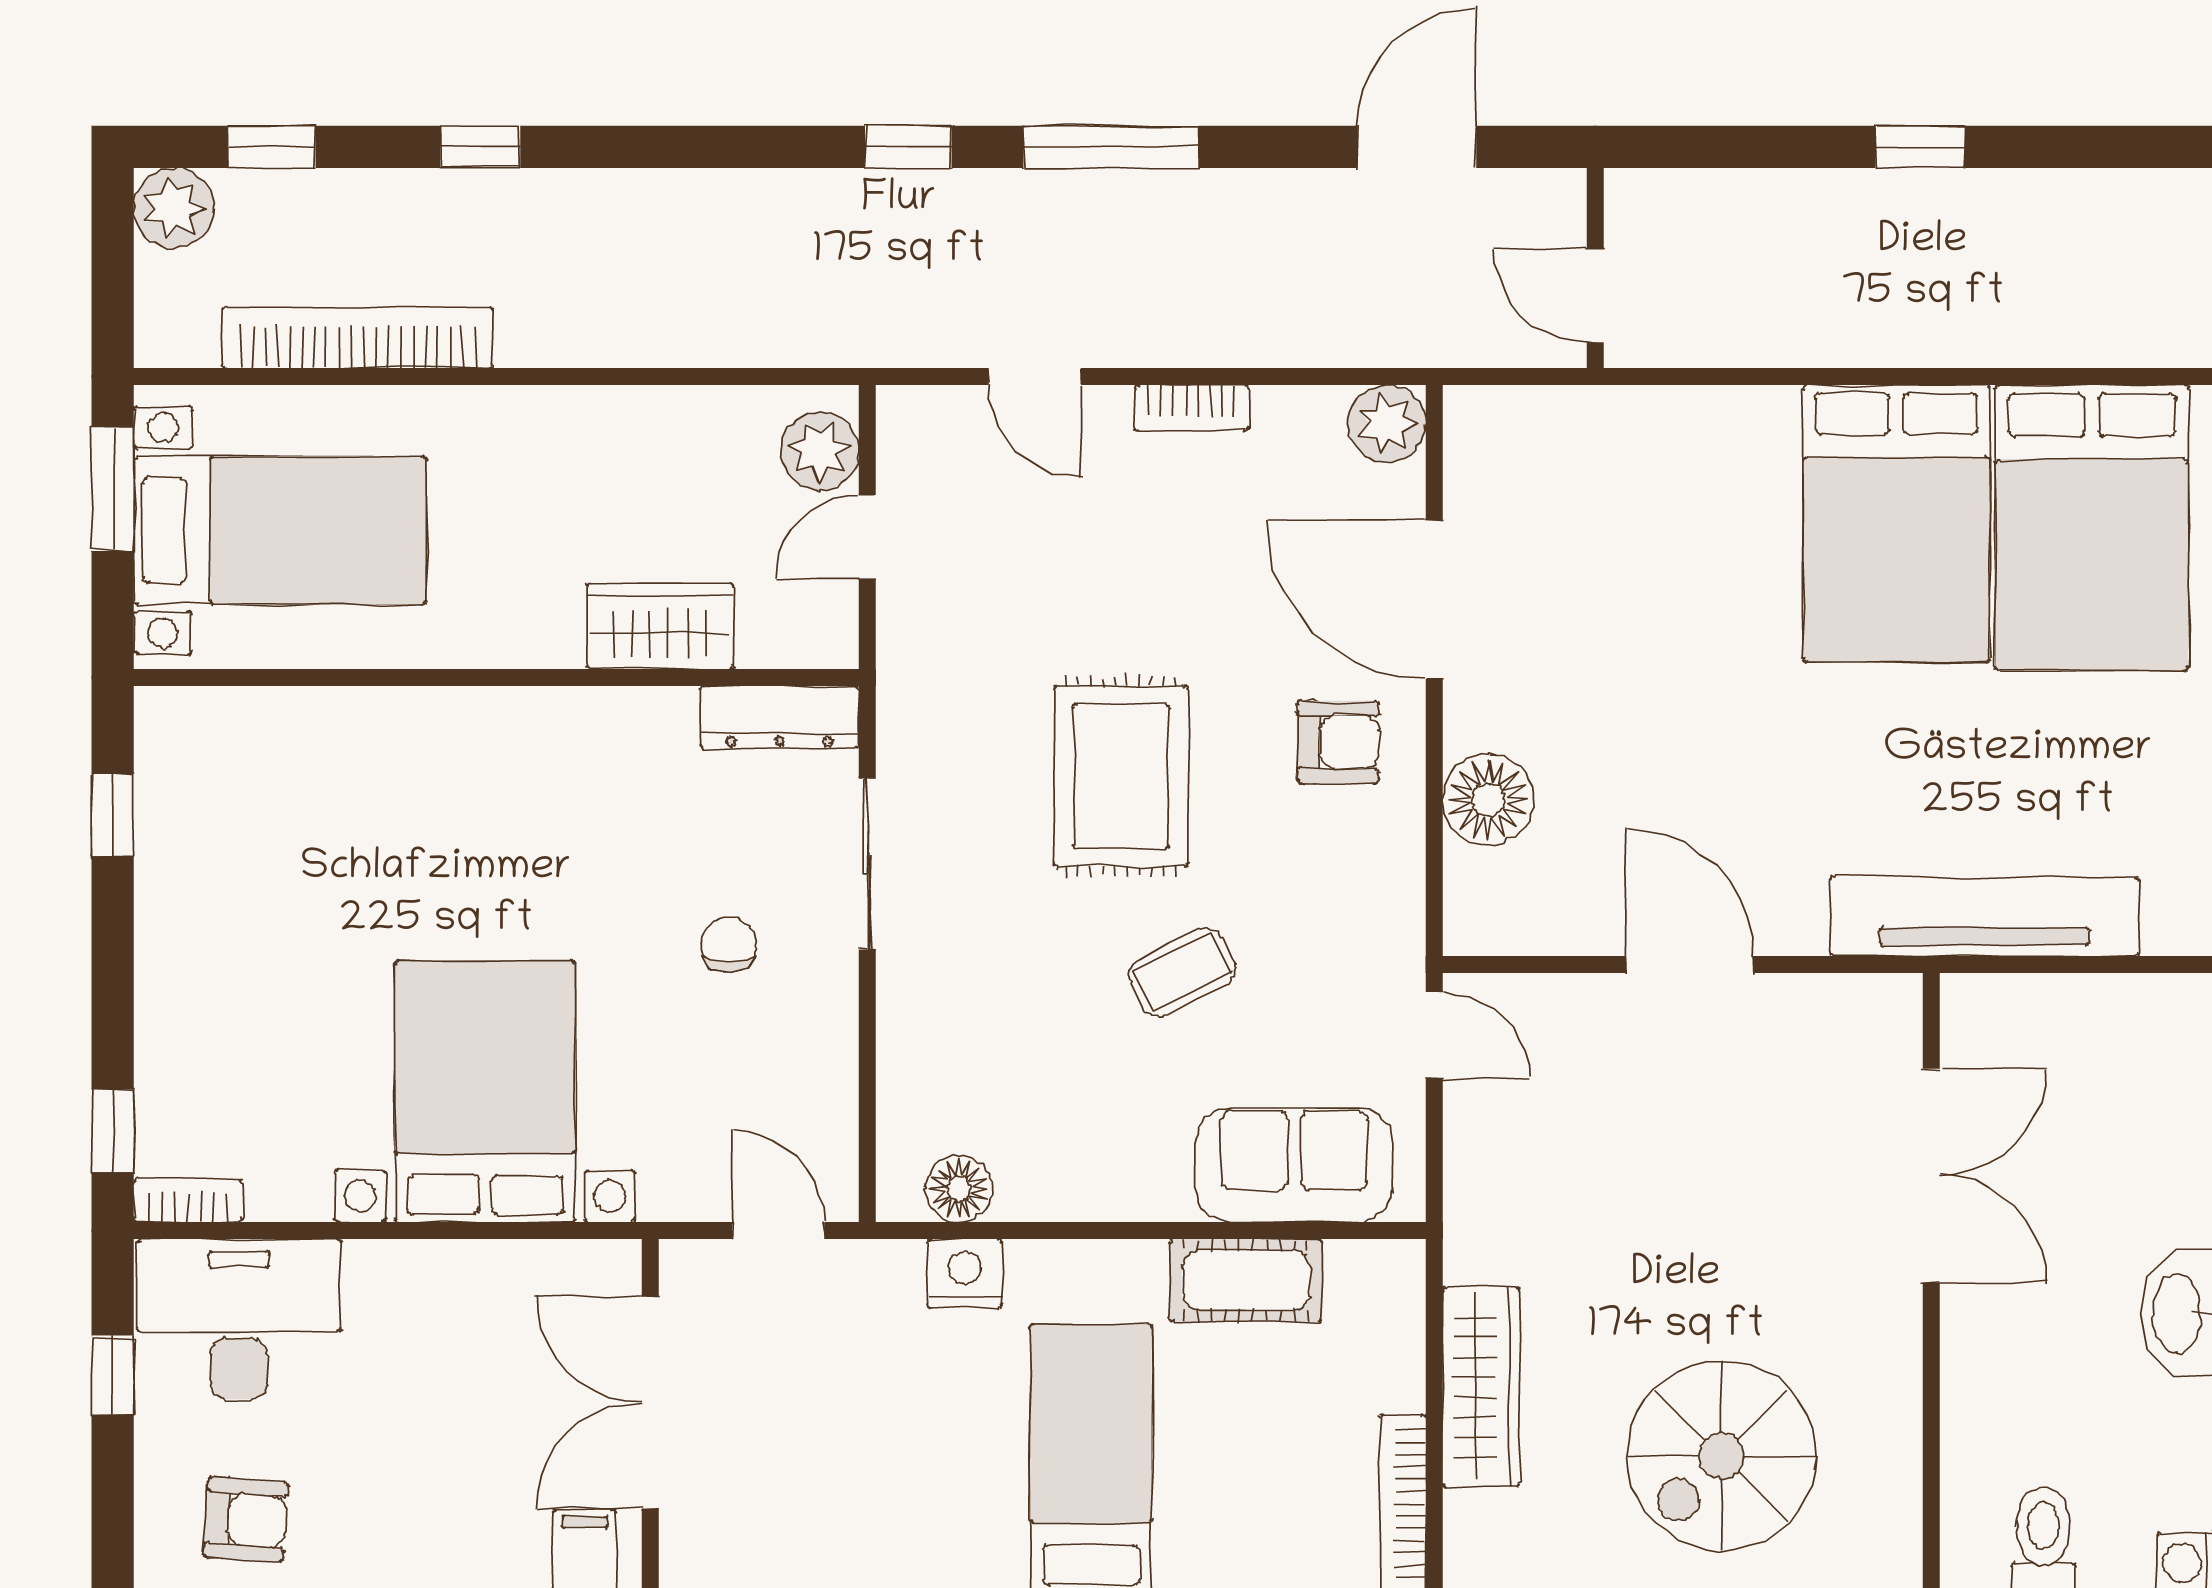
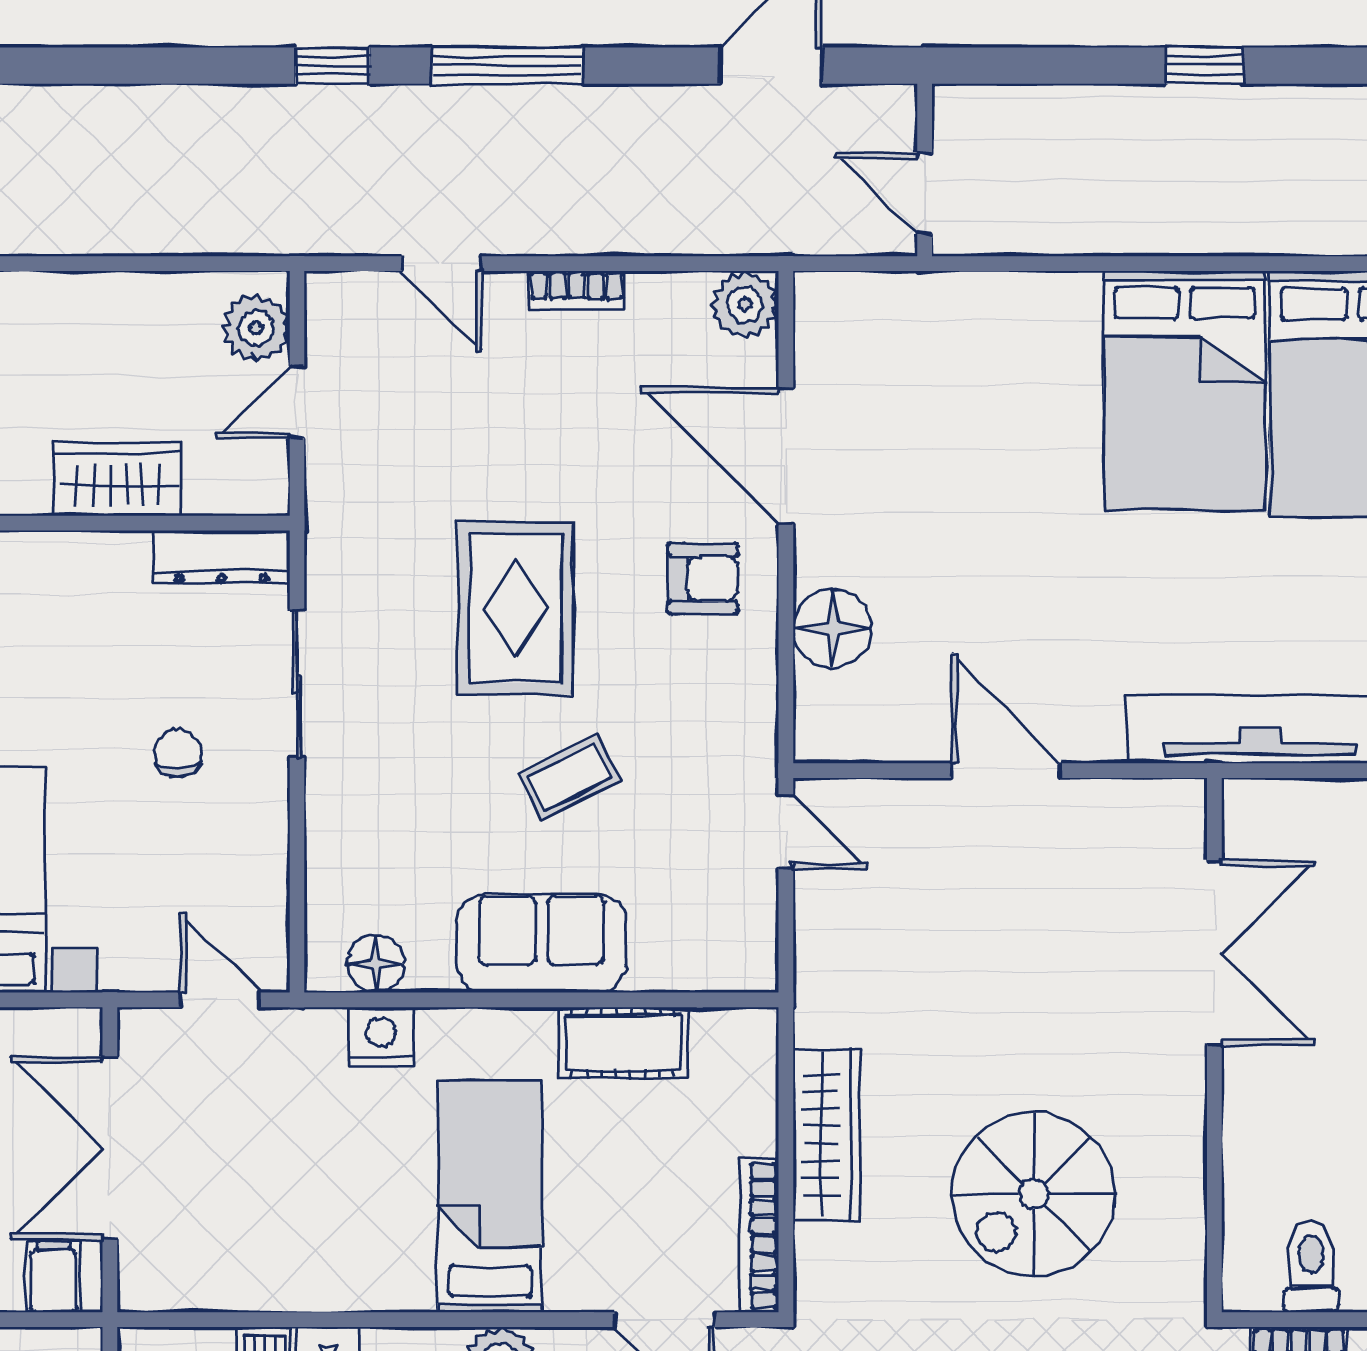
sofa: (1294, 1165) -> (541, 944), moved

